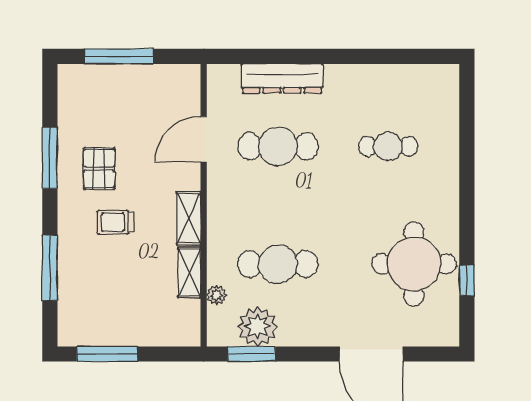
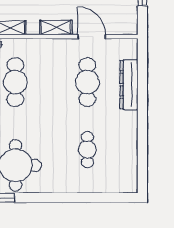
shelving: (189, 218) -> (56, 27), moved

